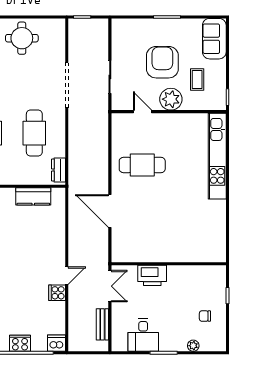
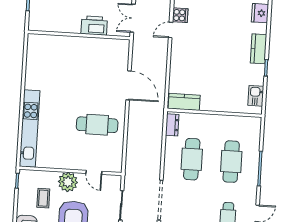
kitchen counter: (33, 196) -> (184, 102), moved

